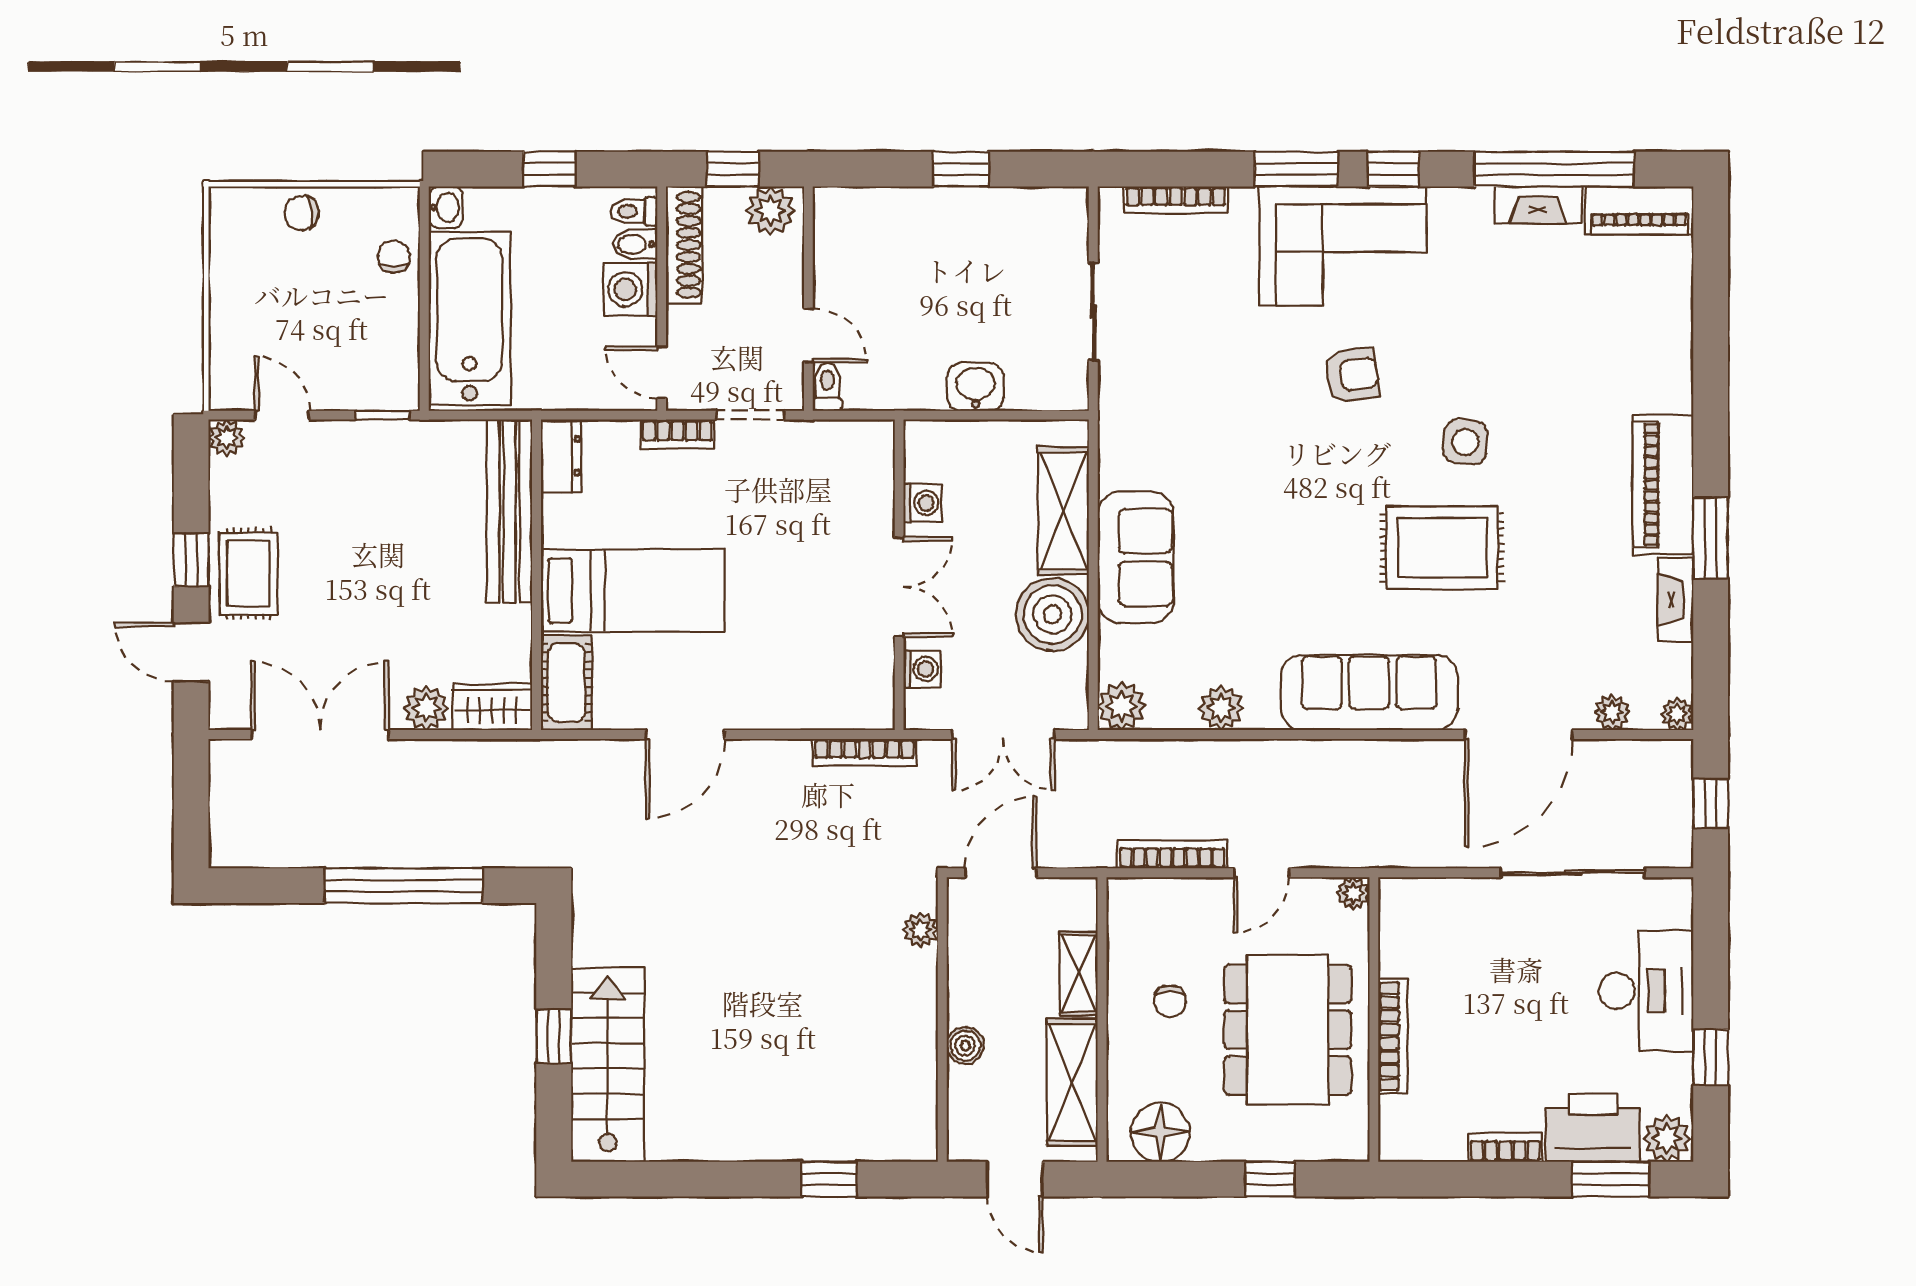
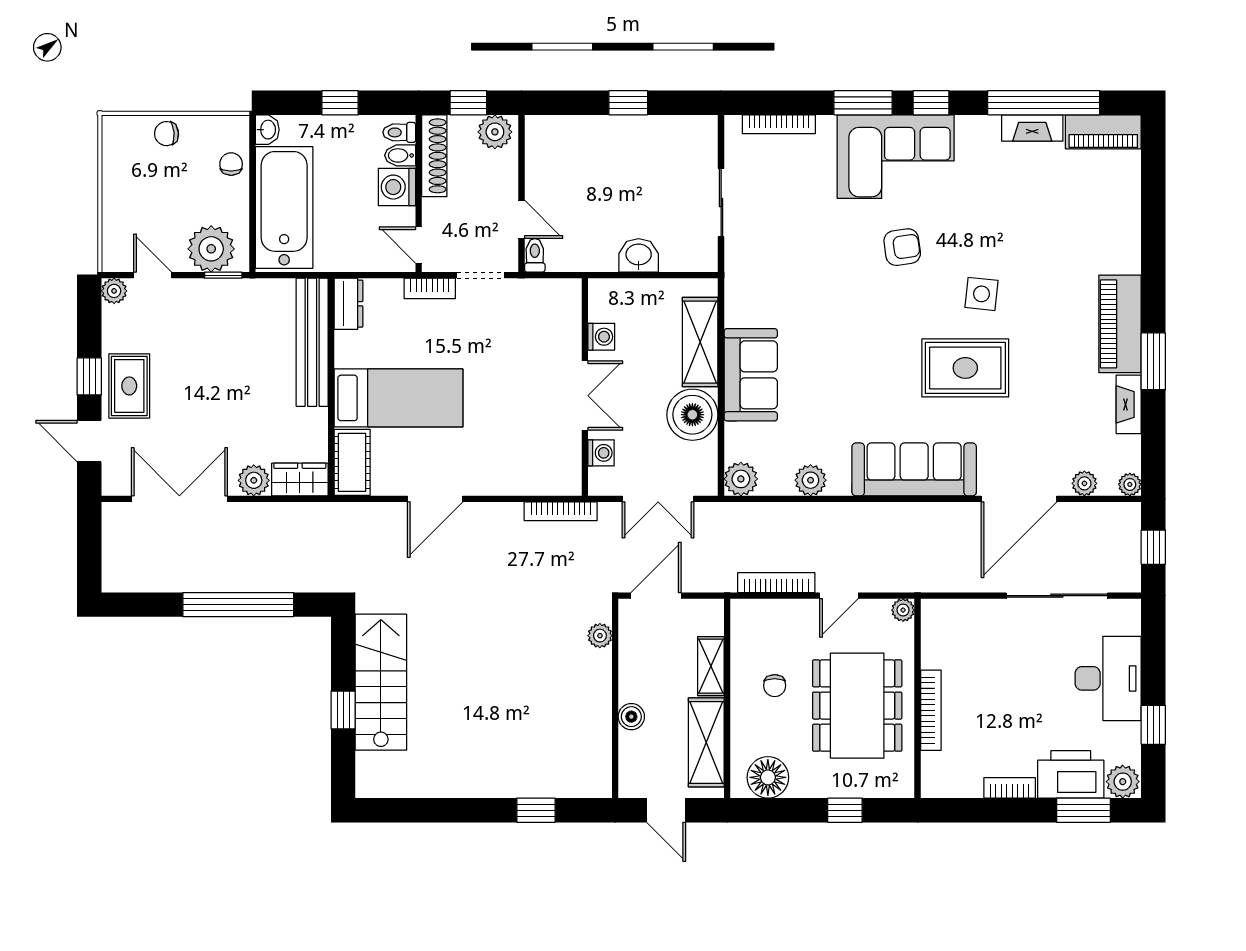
plant: (365, 378) -> (211, 249), added
stairs: (608, 1065) -> (381, 682), moved

